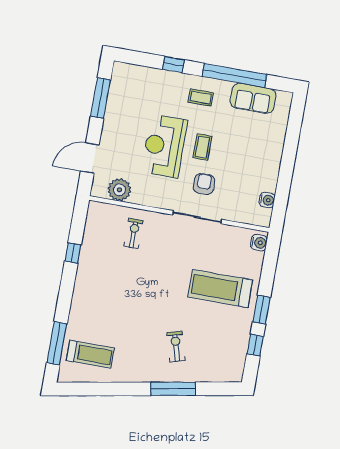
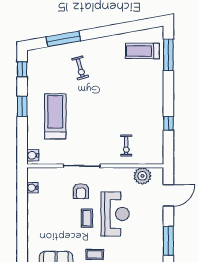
treadmill: (220, 289) -> (55, 116), turned -90
window: (255, 345) -> (22, 69), moved
window: (173, 389) -> (63, 39), moved

